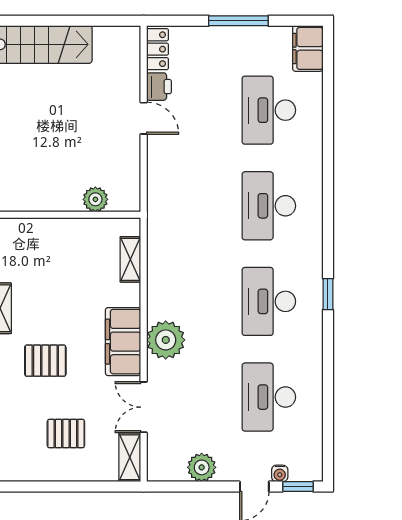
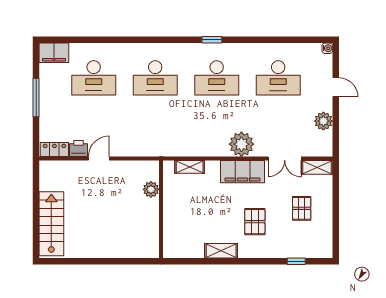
water cooler: (280, 473) -> (327, 48), moved
window: (298, 486) -> (336, 59), removed

